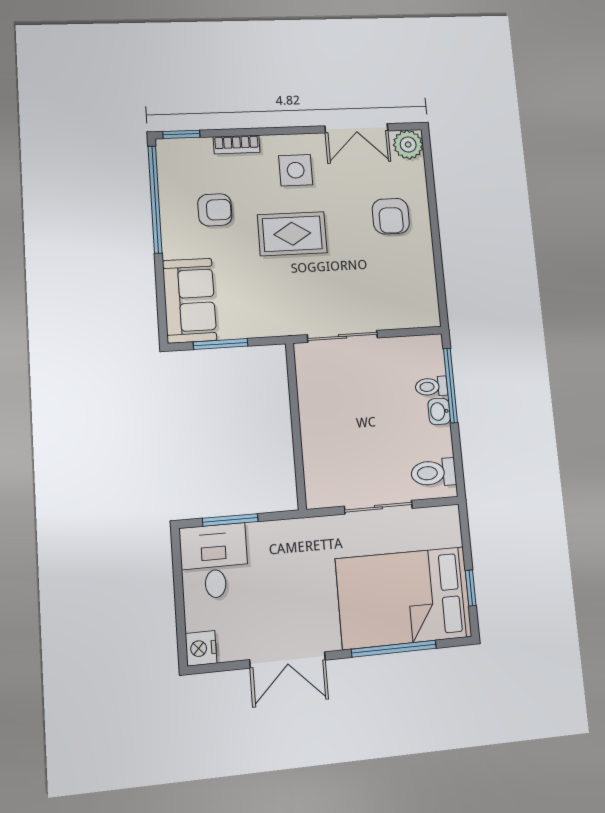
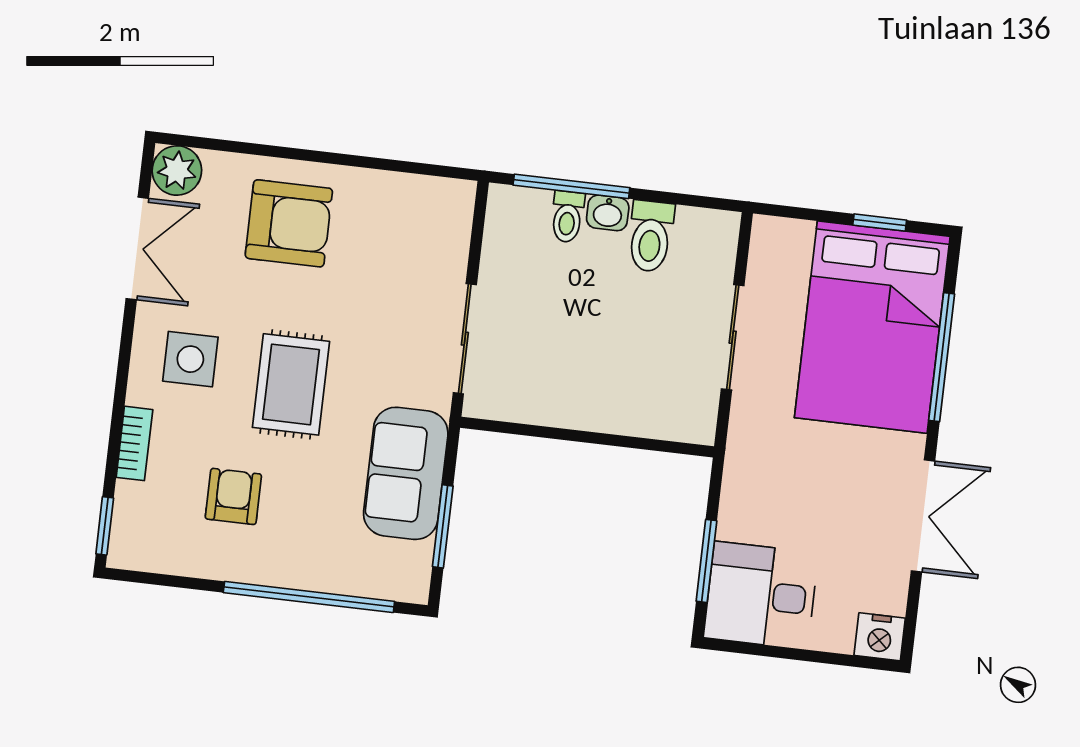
window: (155, 199) -> (309, 597), moved
armchair: (391, 216) -> (289, 223), width x1.38, depth x1.38
sofa: (190, 300) -> (406, 473), moved, turned -90
toilet: (434, 473) -> (651, 236), moved

